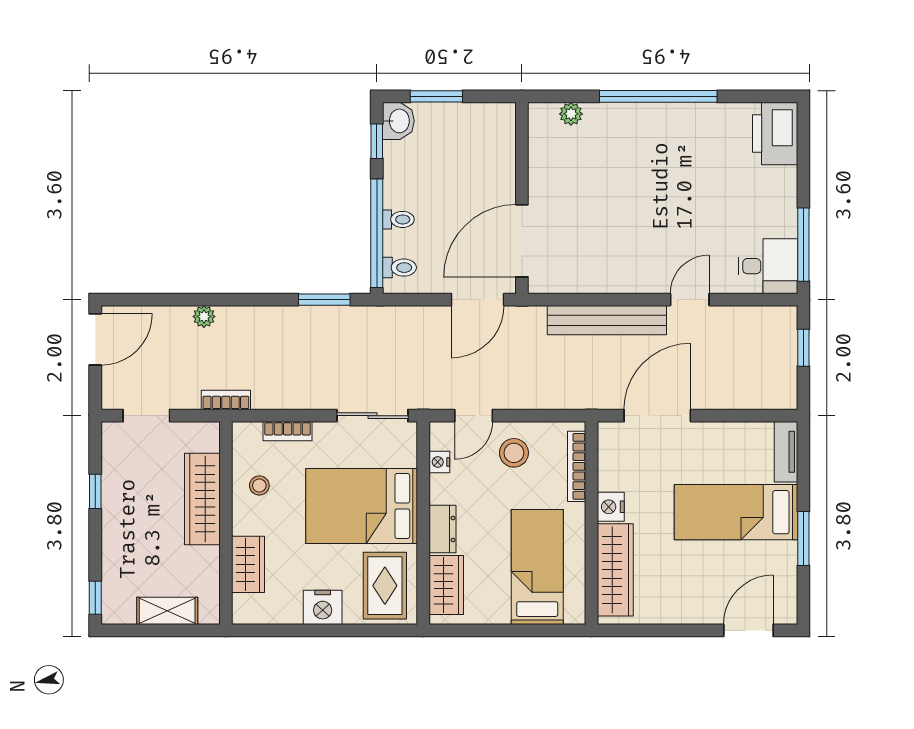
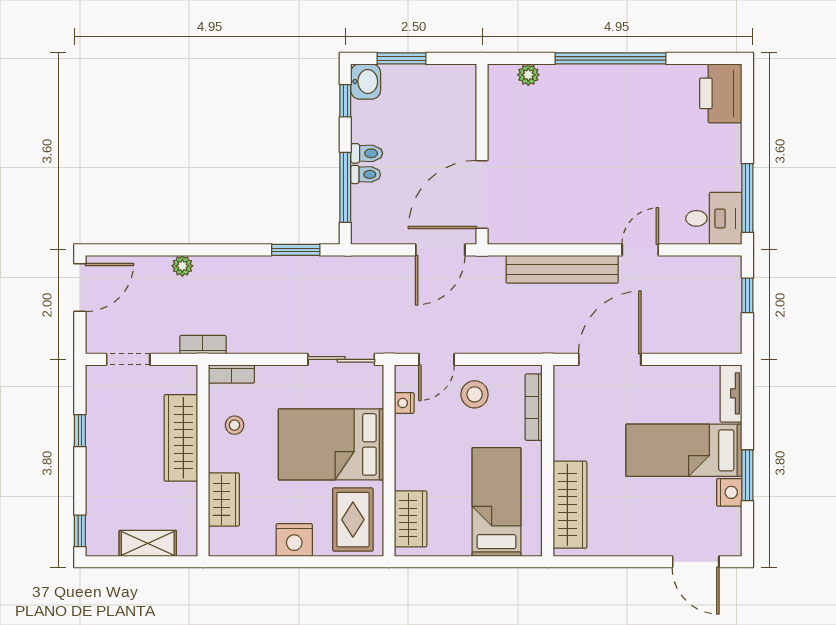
window: (377, 233) -> (345, 187), width x0.68
toilet: (399, 268) -> (367, 153), moved
bookcase: (288, 431) -> (231, 374), moved
nightstand: (611, 507) -> (729, 492), moved, turned 180
dresser: (442, 529) -> (407, 466), removed
door: (748, 630) -> (696, 562), swing flipped

